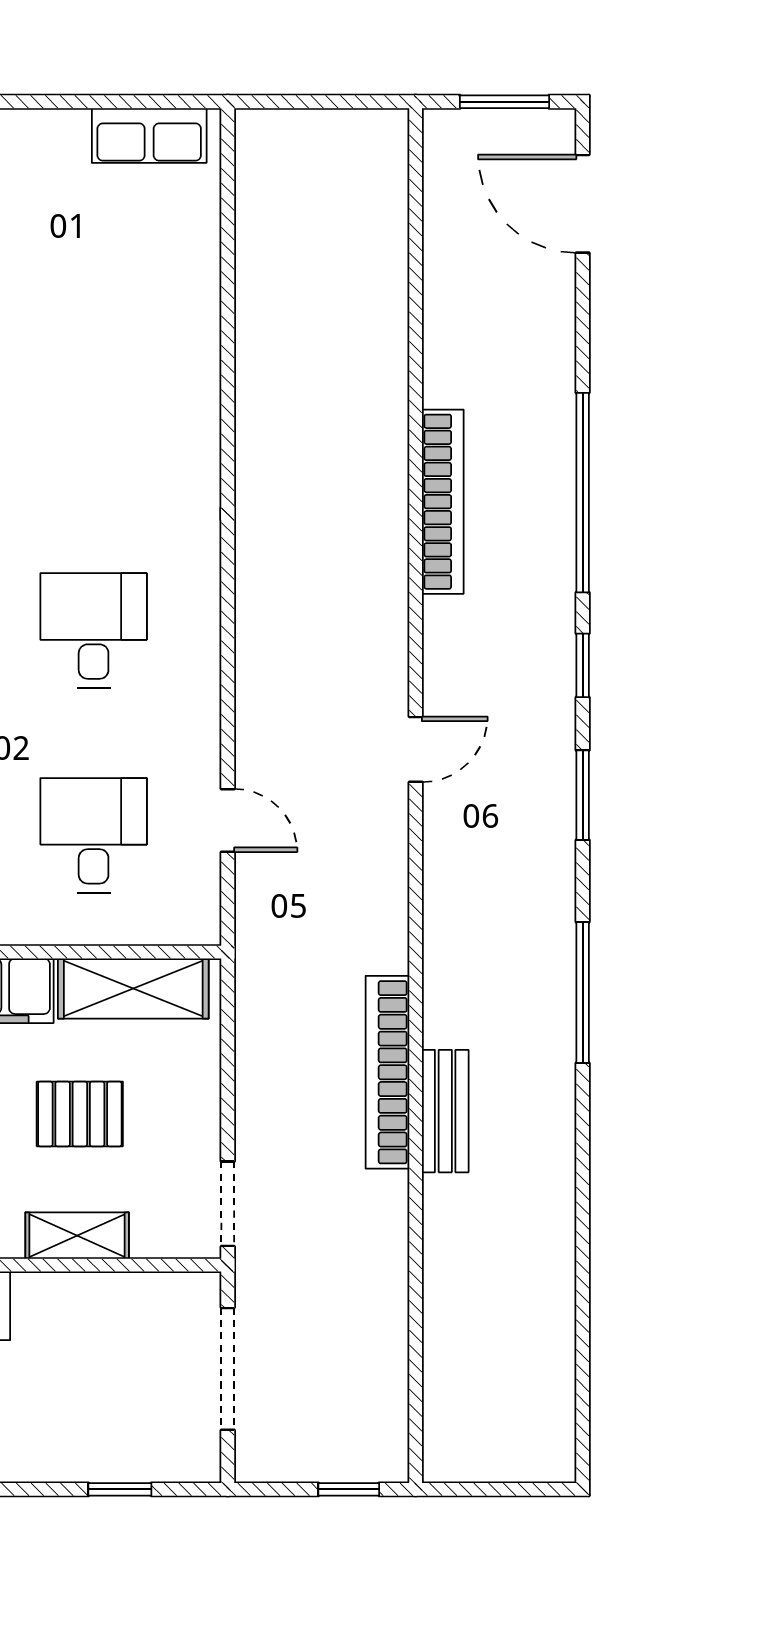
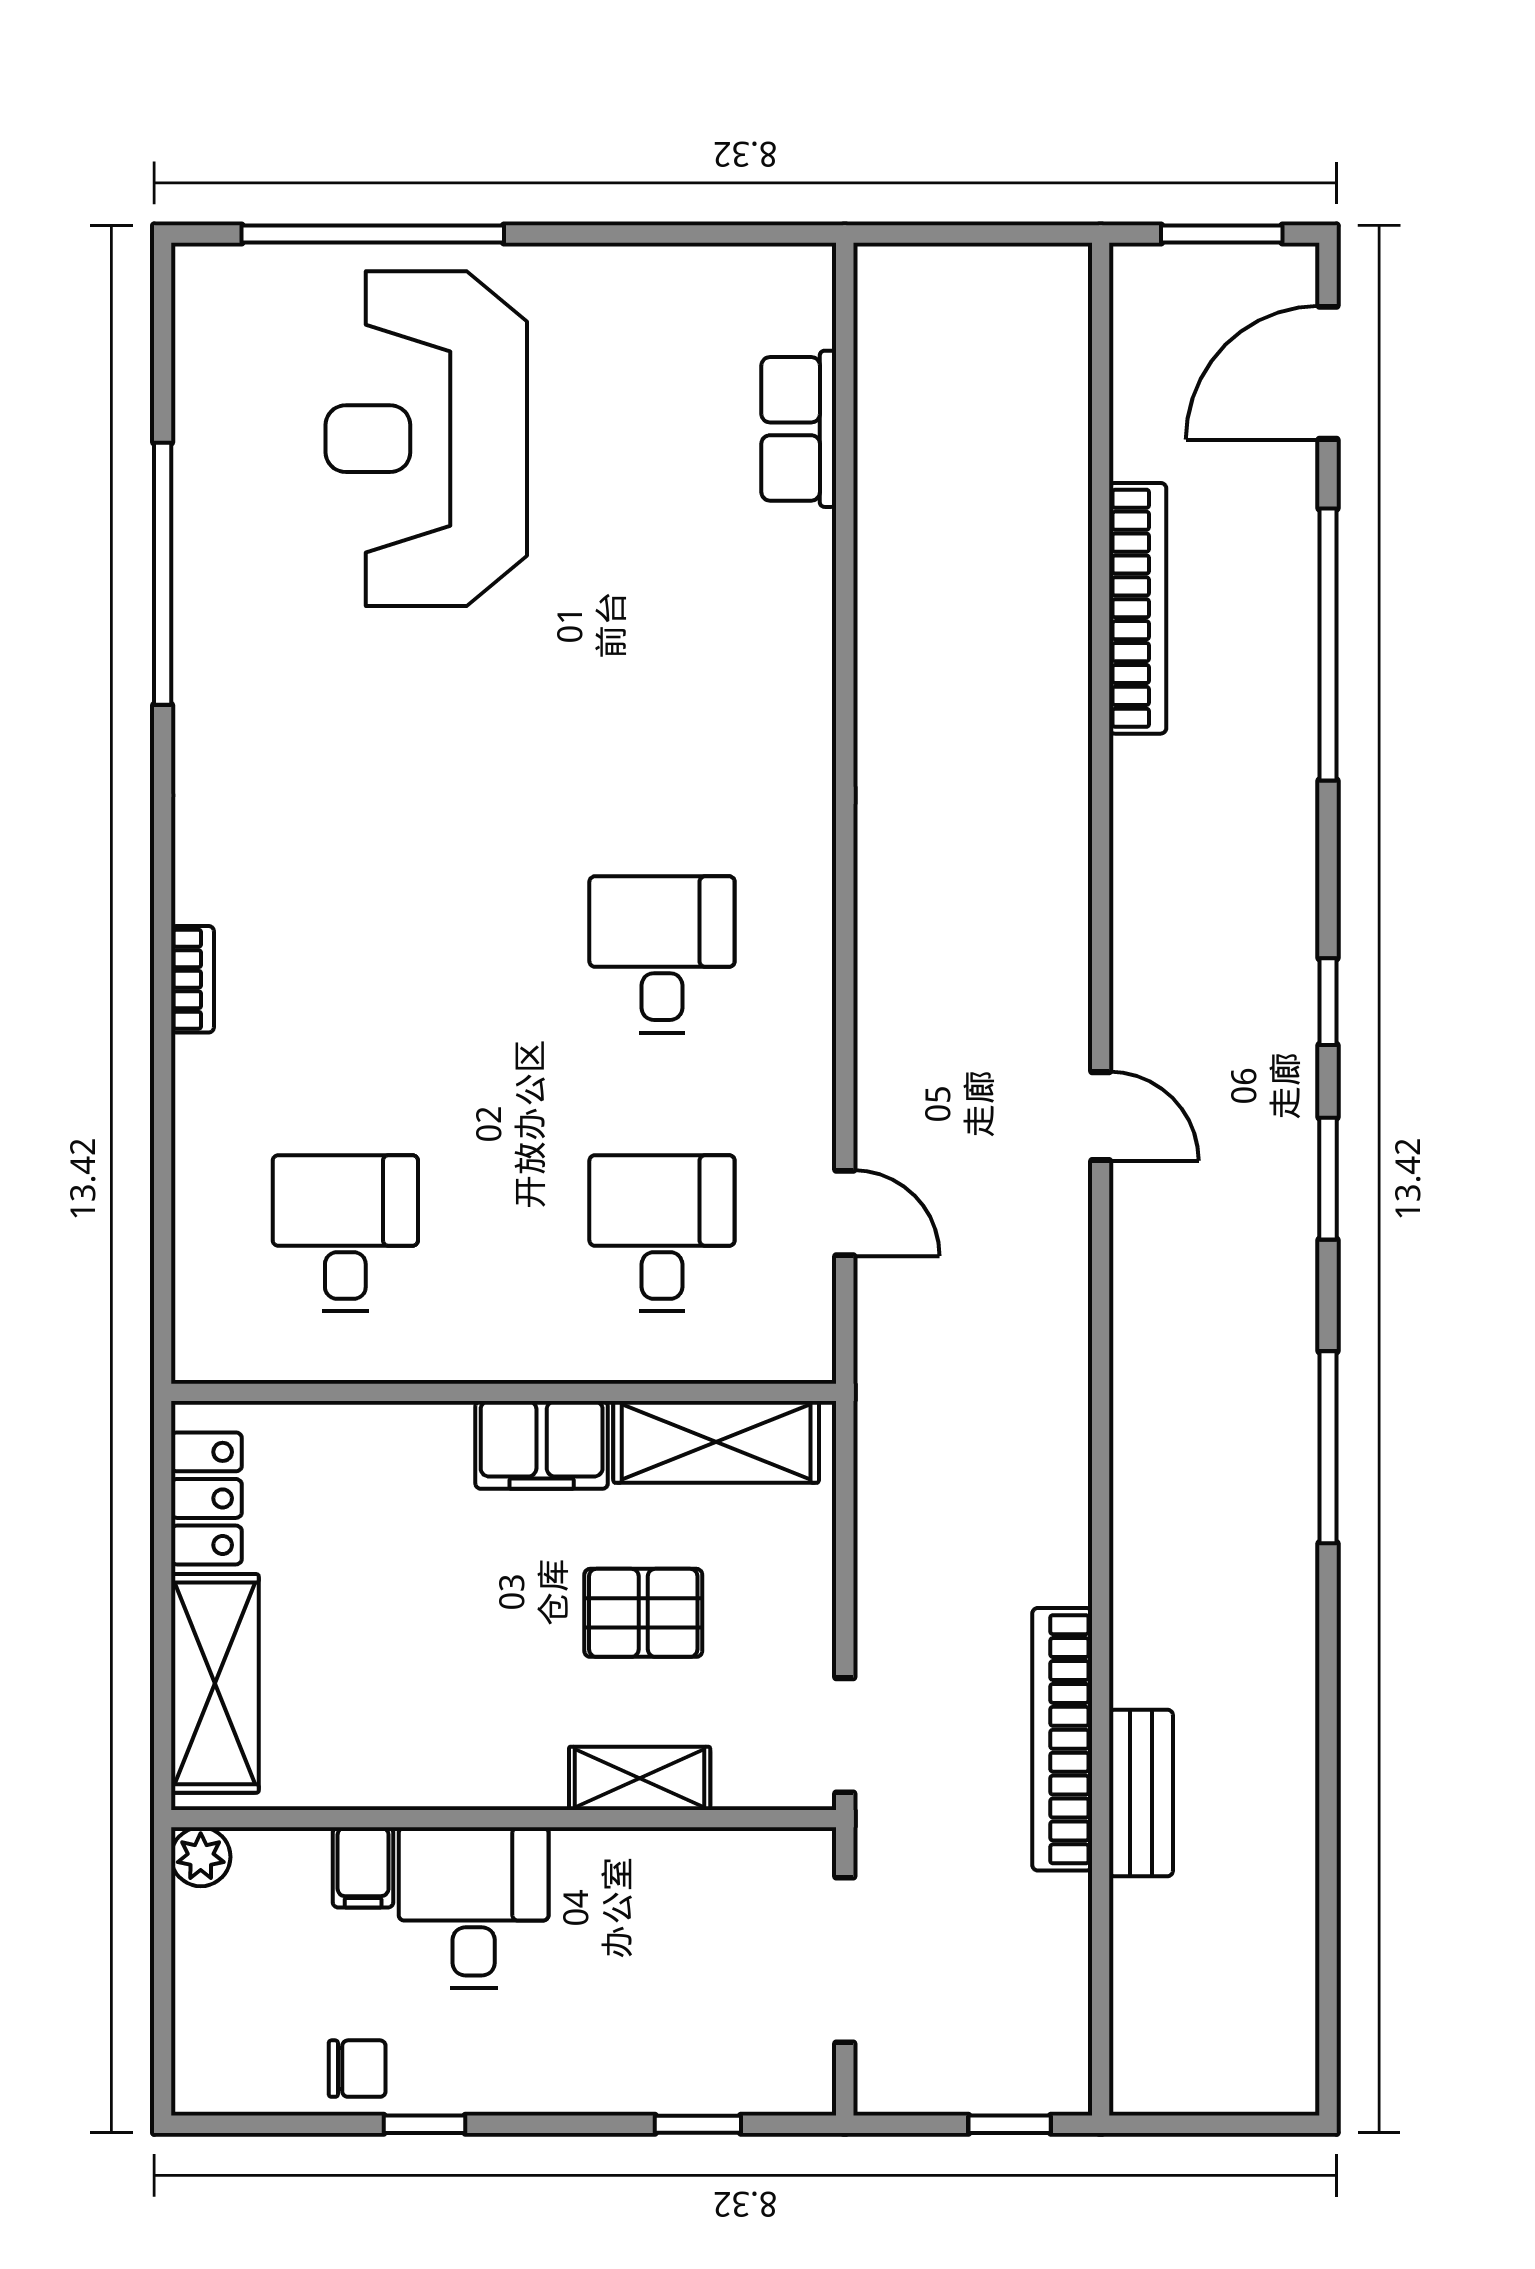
row of seats: (149, 135) -> (799, 429), moved, turned 90
door: (583, 204) -> (1328, 373), hinge flipped
window: (583, 493) -> (1328, 645), moved
bookcase: (443, 502) -> (1138, 608), moved
door: (416, 749) -> (1101, 1116), hinge flipped
bookcase: (387, 1072) -> (1062, 1739), moved
bench: (445, 1111) -> (1141, 1793), moved

